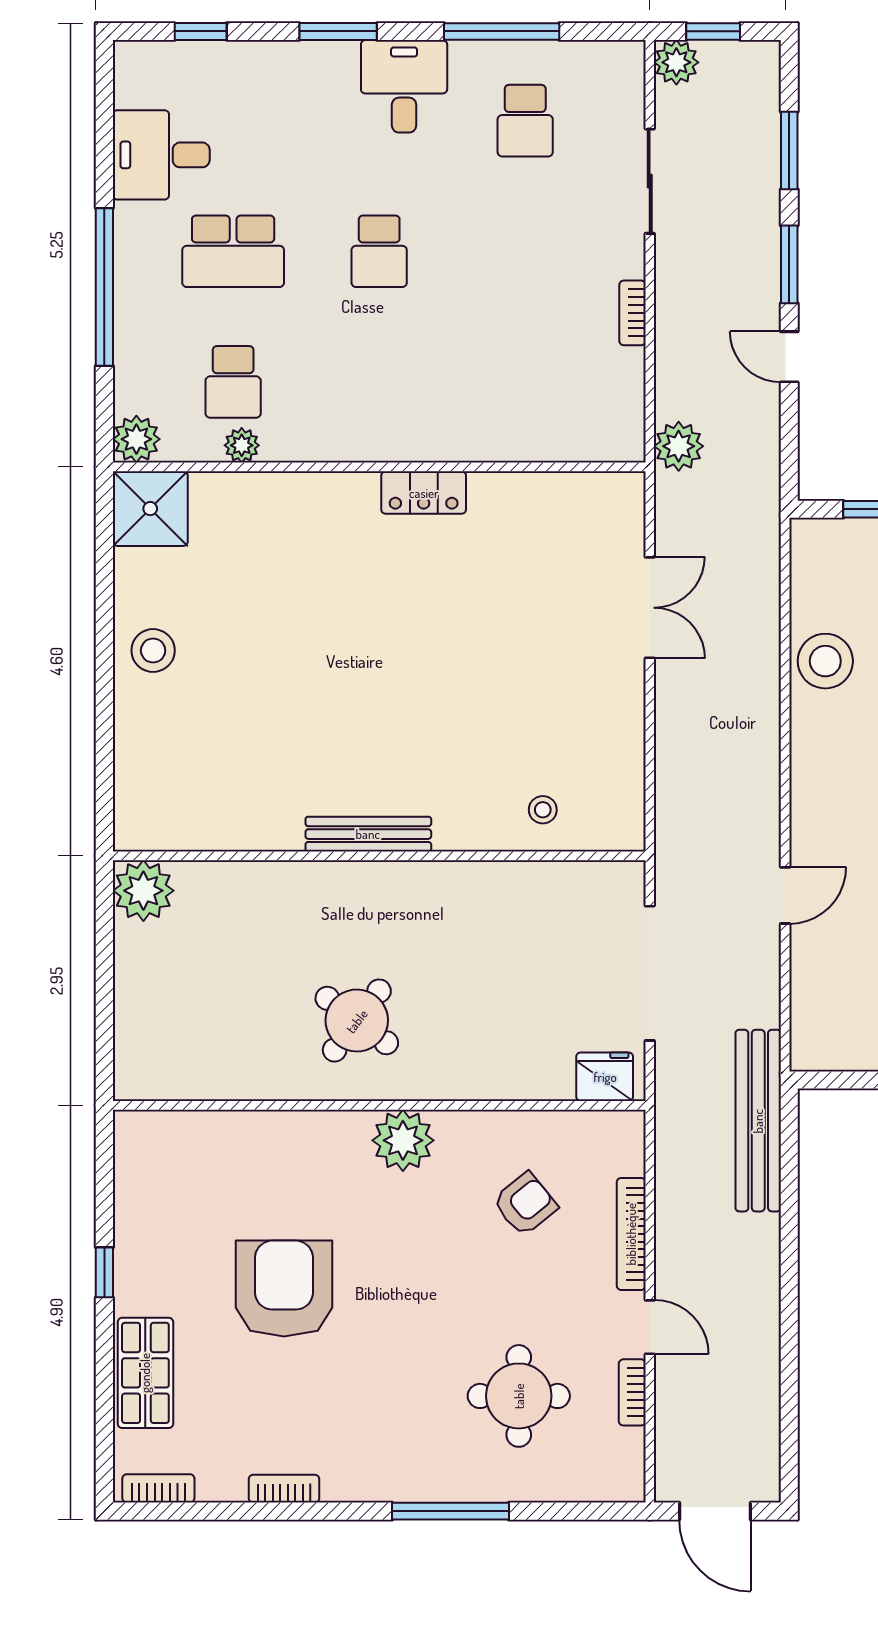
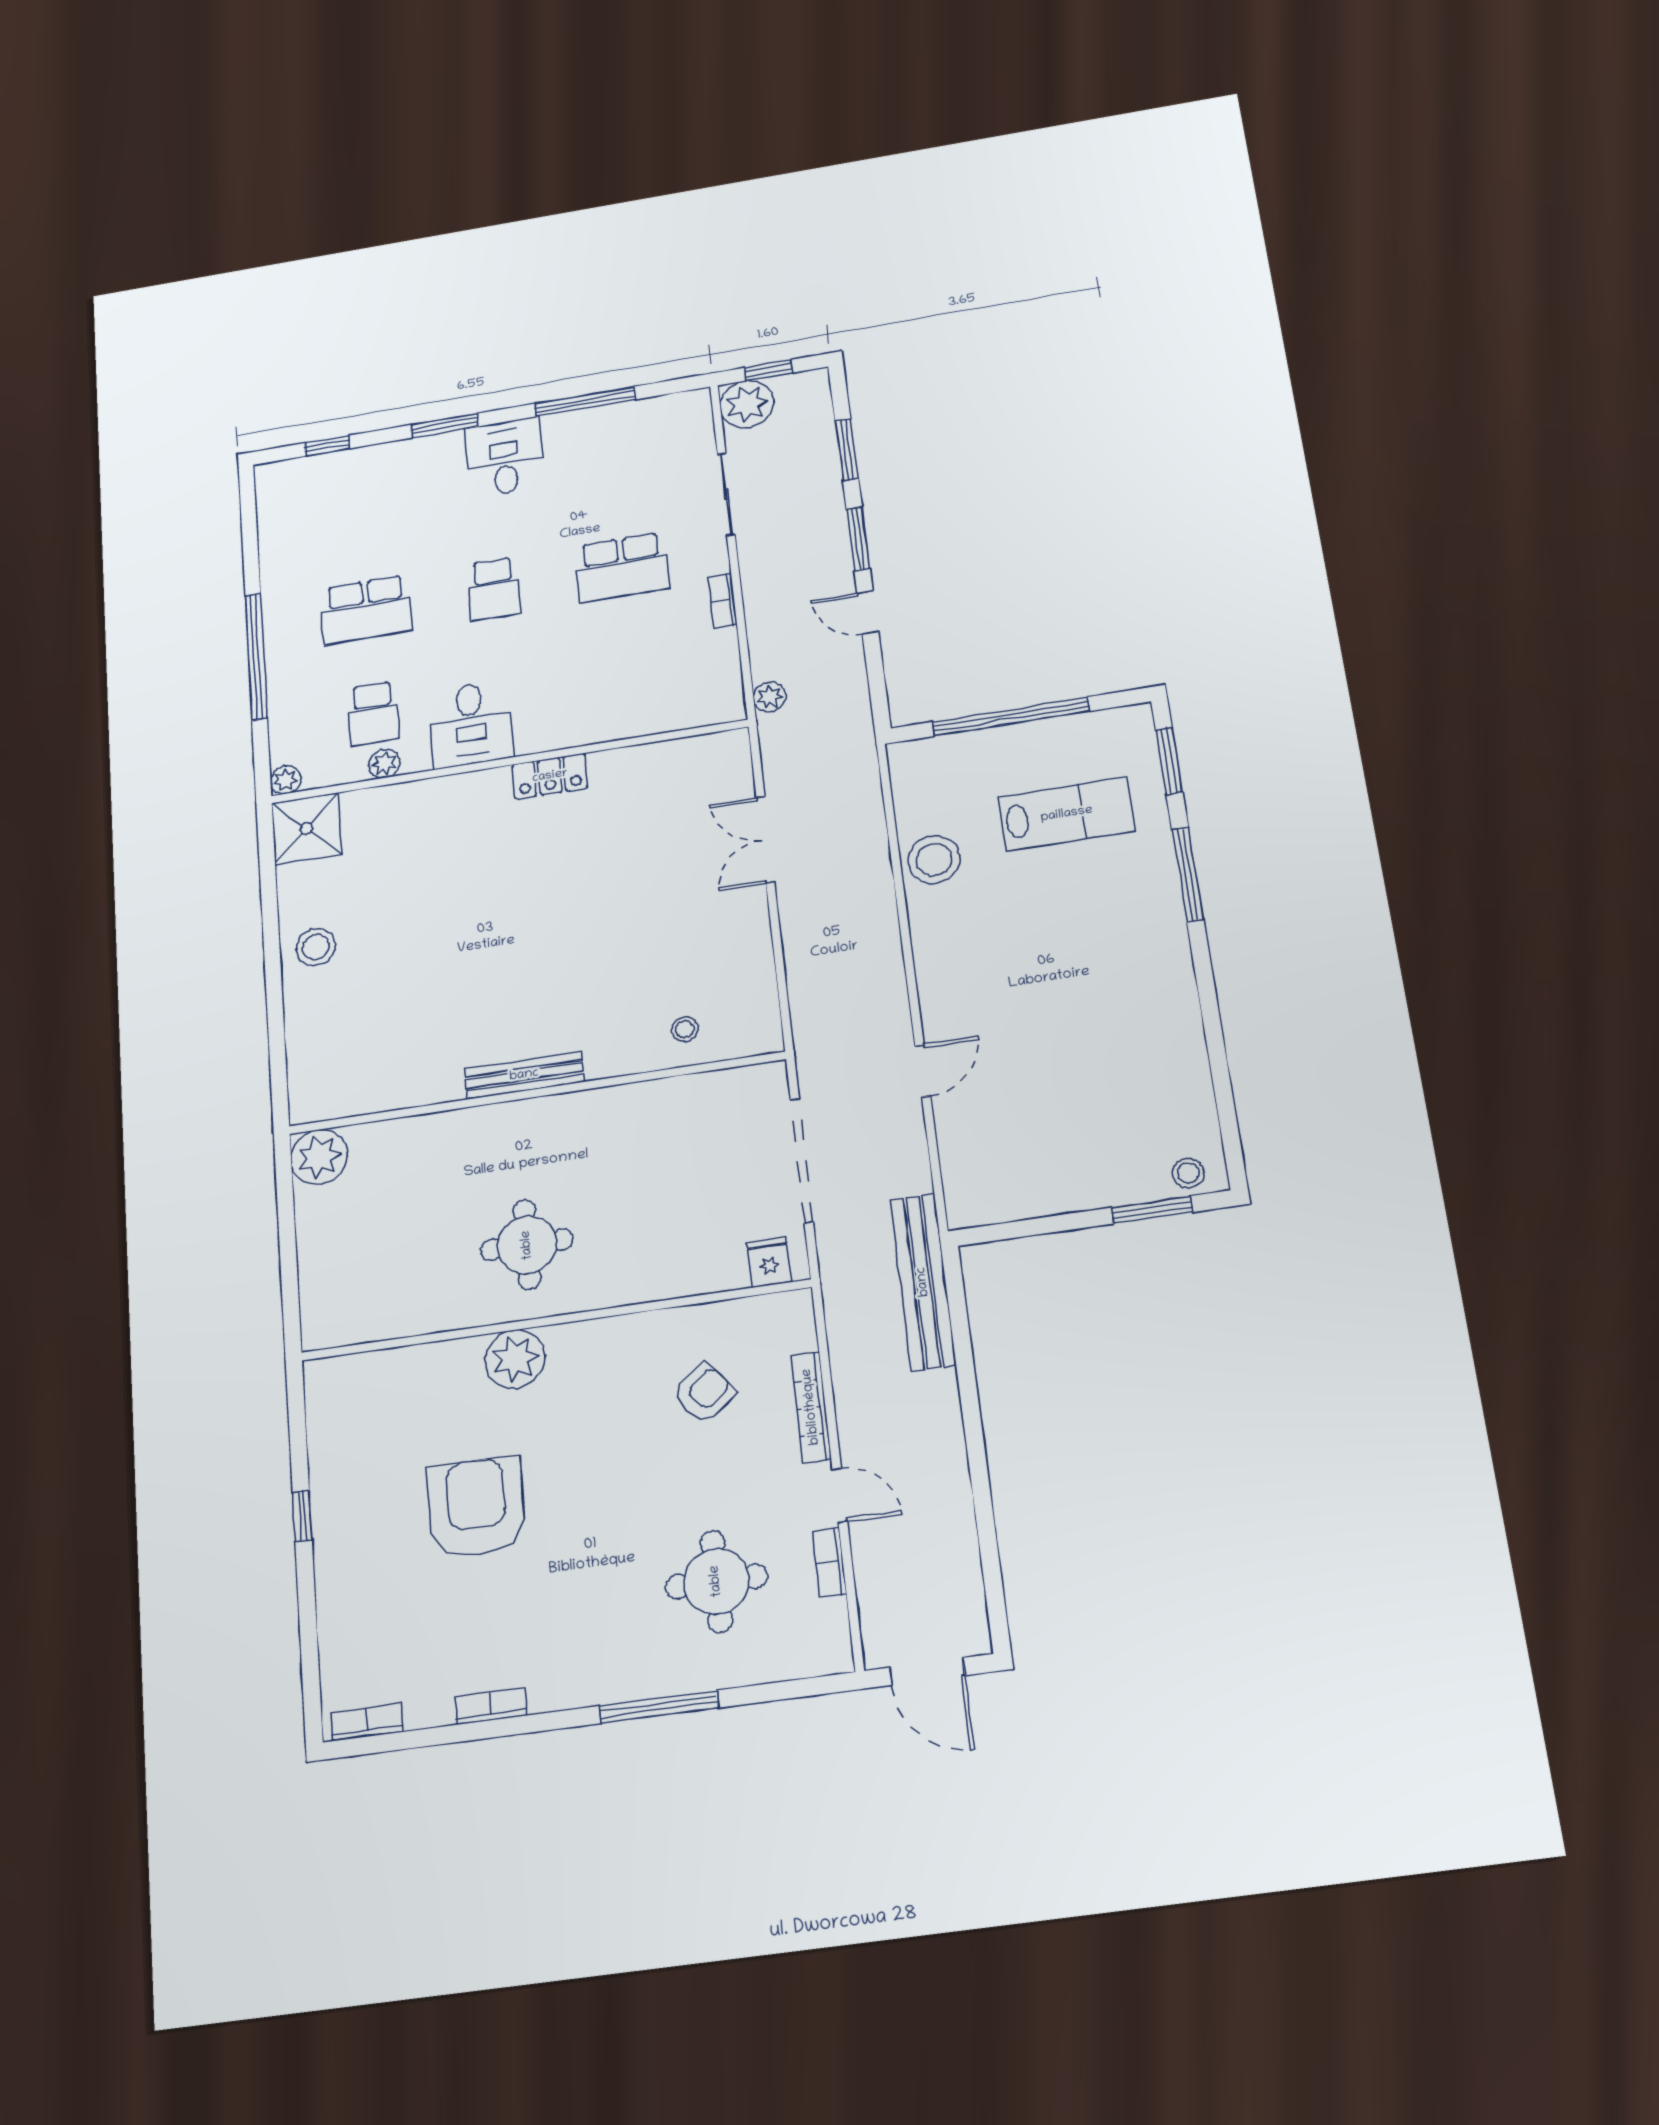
plant: (676, 62) -> (747, 404), width x1.36, depth x1.36
school desk: (525, 121) -> (622, 567), moved, width x1.85
desk: (161, 155) -> (471, 724), moved, turned -90
plant: (136, 439) -> (286, 780), width x0.73, depth x0.73
plant: (679, 446) -> (770, 697), width x0.73, depth x0.73
double door: (650, 608) -> (765, 840), swing flipped
round table: (357, 1021) -> (527, 1245), turned -37
fridge: (605, 1077) -> (769, 1262), width x0.72
plant: (403, 1140) -> (515, 1359), moved
shop shelf: (145, 1373) -> (347, 1608), removed

